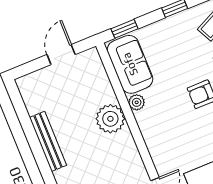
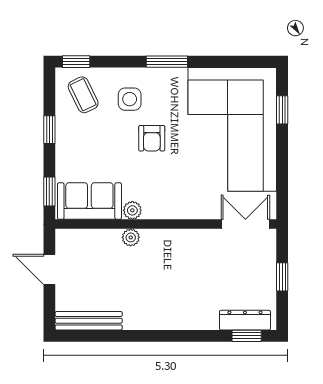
plant: (110, 119) -> (131, 237), width x0.53, depth x0.53
bench: (48, 141) -> (89, 321), moved

